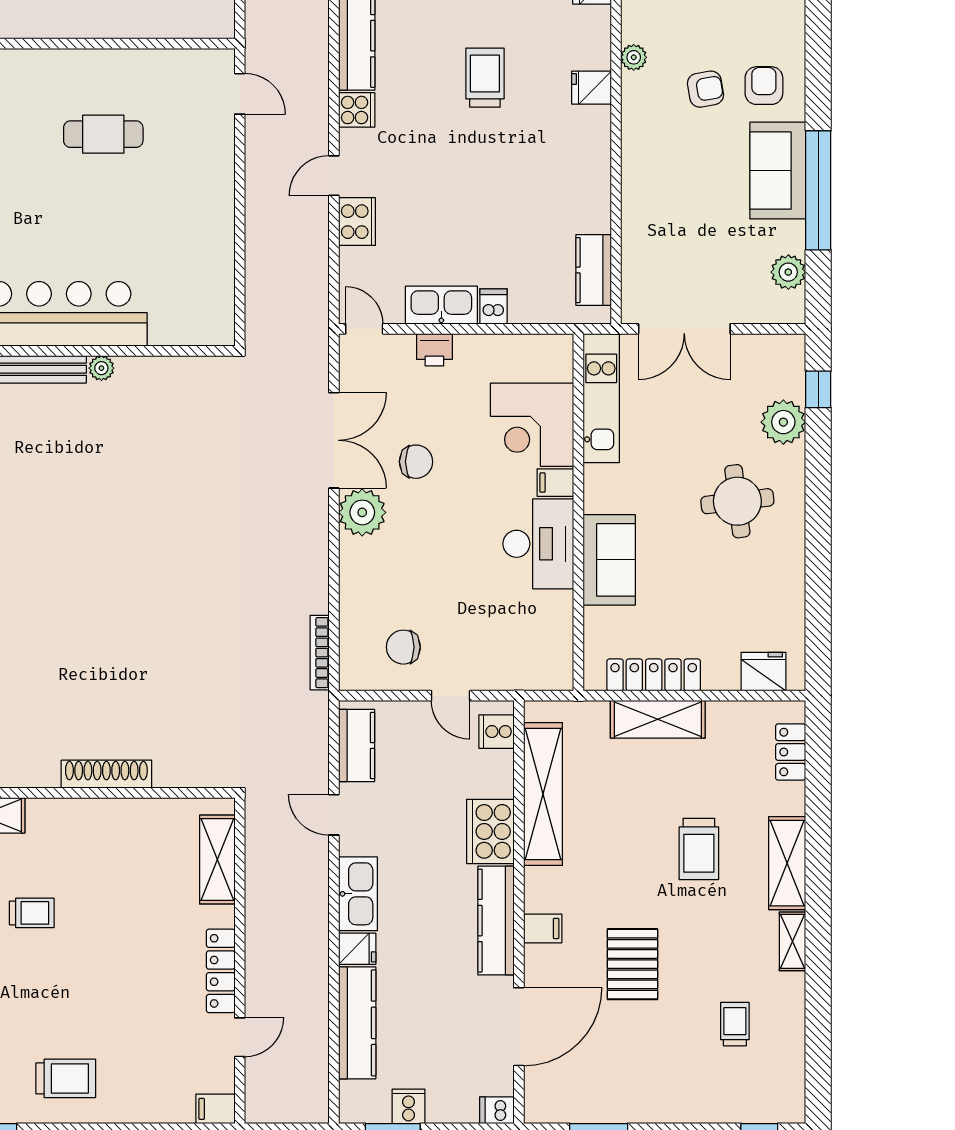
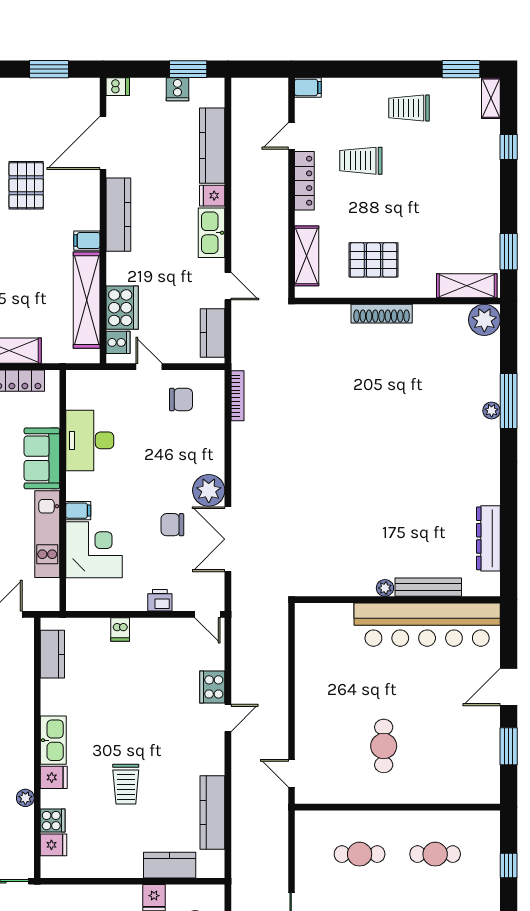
cooker: (357, 110) -> (53, 821), moved, turned 180
cafe table: (103, 134) -> (384, 746), turned 90
kitchen sink: (441, 305) -> (53, 740), moved, turned -90
kitchen unit: (601, 398) -> (47, 534), moved
desk: (538, 544) -> (90, 440), moved
cooker: (490, 831) -> (122, 308), moved
pallet: (118, 854) -> (373, 260), added
trolley: (32, 913) -> (361, 161), moved, width x1.36, depth x1.39
filing cabinet: (543, 928) -> (87, 241), moved

